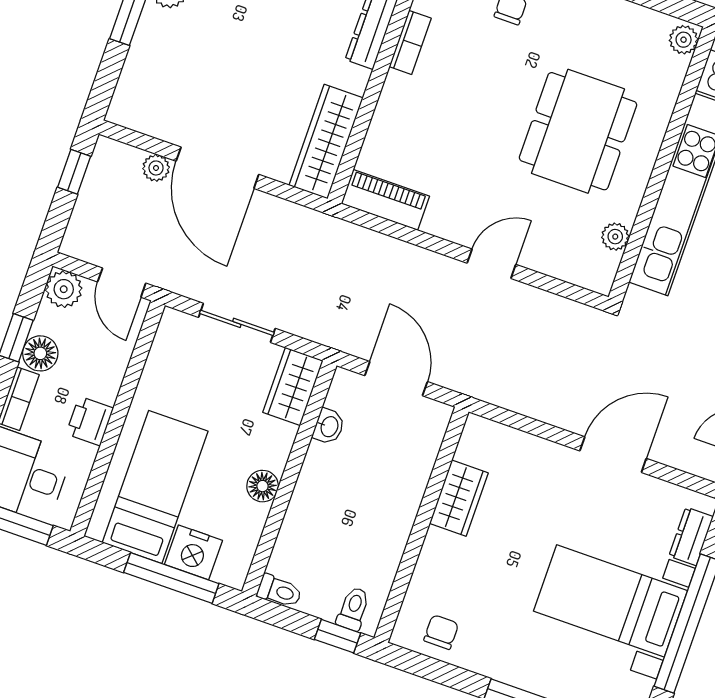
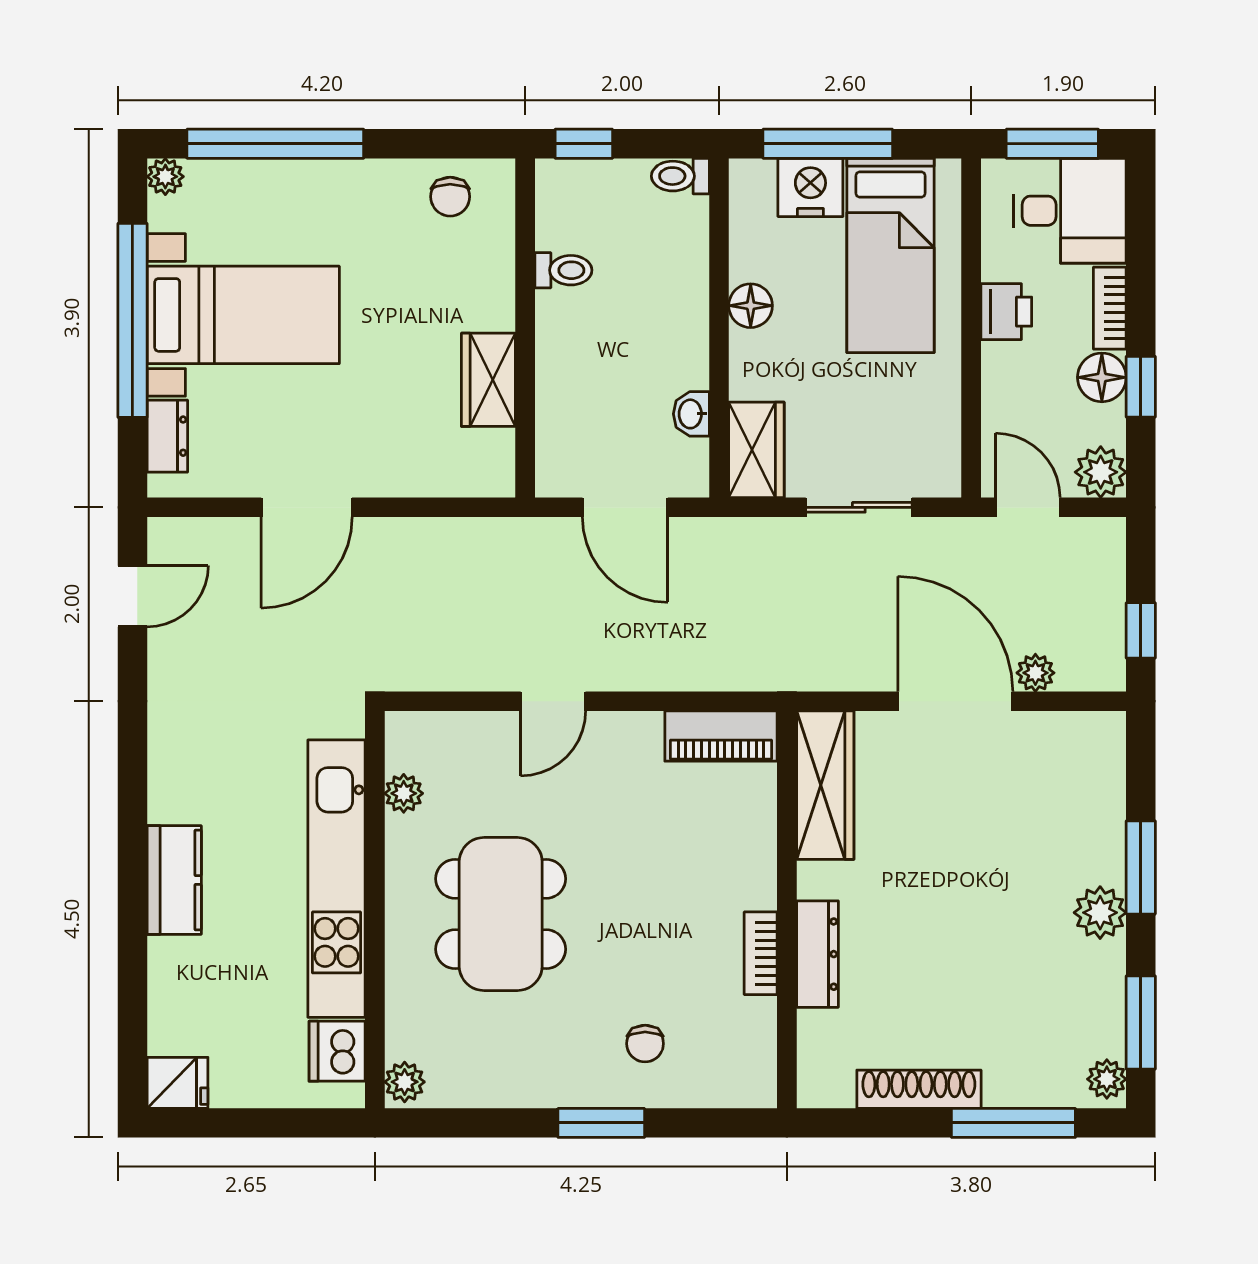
toilet: (353, 609) -> (563, 270), moved, turned -90

